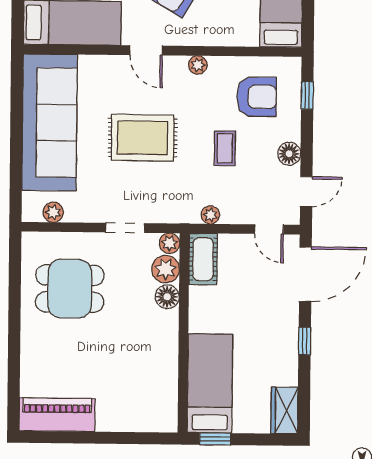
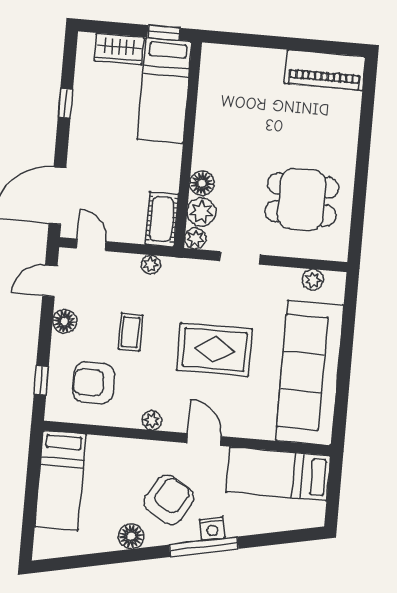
window: (305, 341) -> (65, 103), moved
wardrobe: (284, 410) -> (119, 49), moved, turned 90

